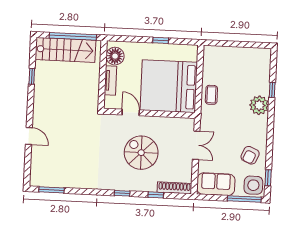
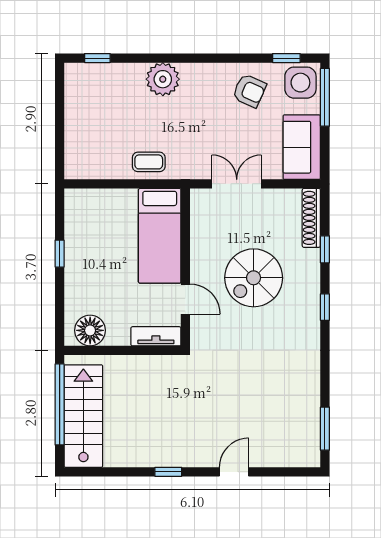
window: (32, 76) -> (168, 472), moved
tv unit: (110, 80) -> (156, 336), moved
bed: (169, 86) -> (160, 236), width x0.49
window: (272, 90) -> (97, 58), moved
door: (131, 112) -> (185, 299), swing flipped

